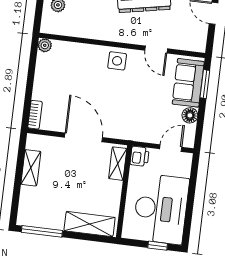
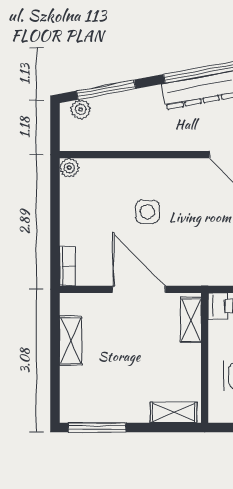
side table: (117, 61) -> (148, 212), moved
shelving: (90, 224) -> (174, 412), width x0.67, depth x0.75

